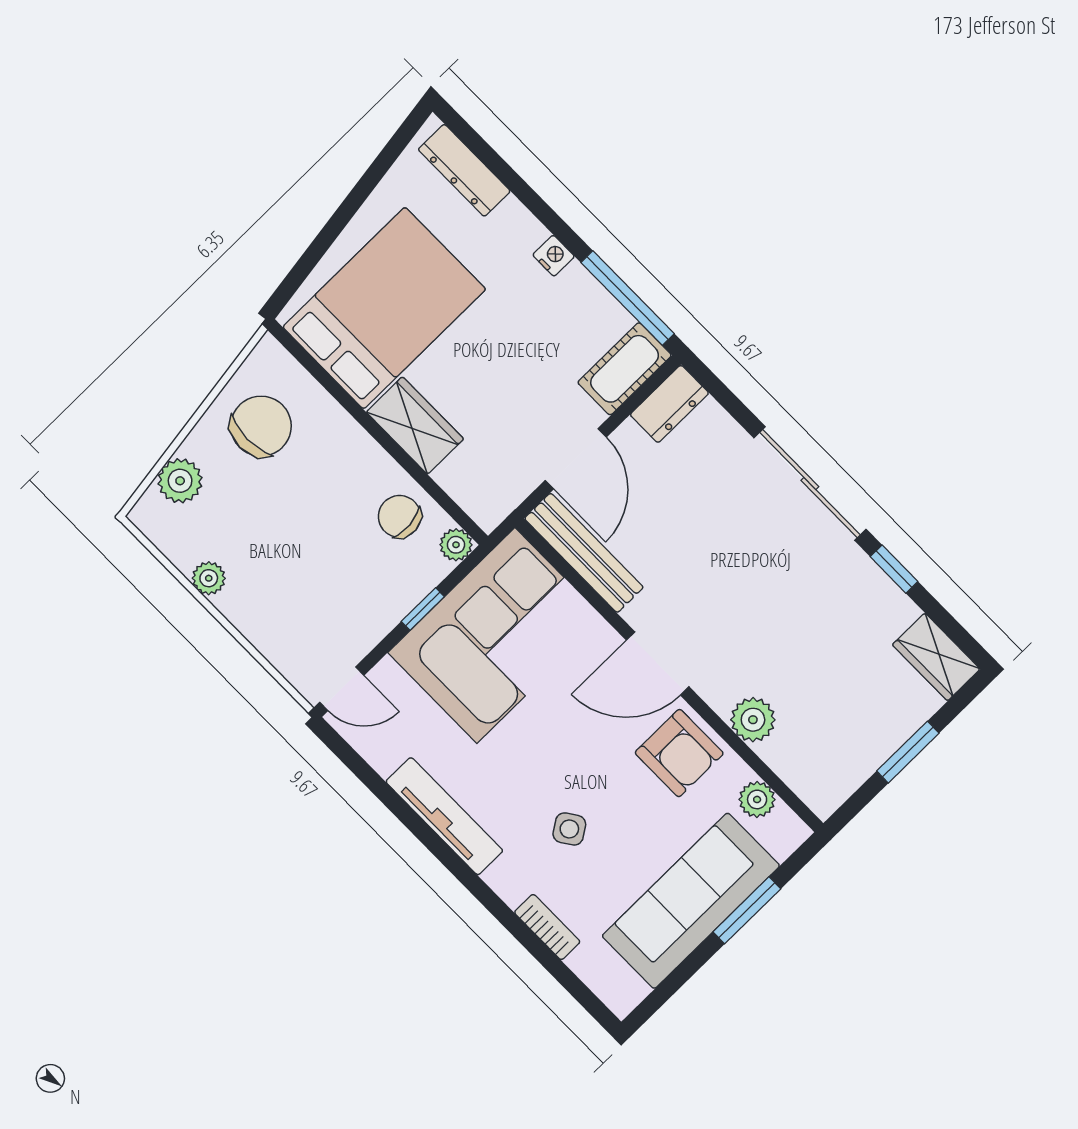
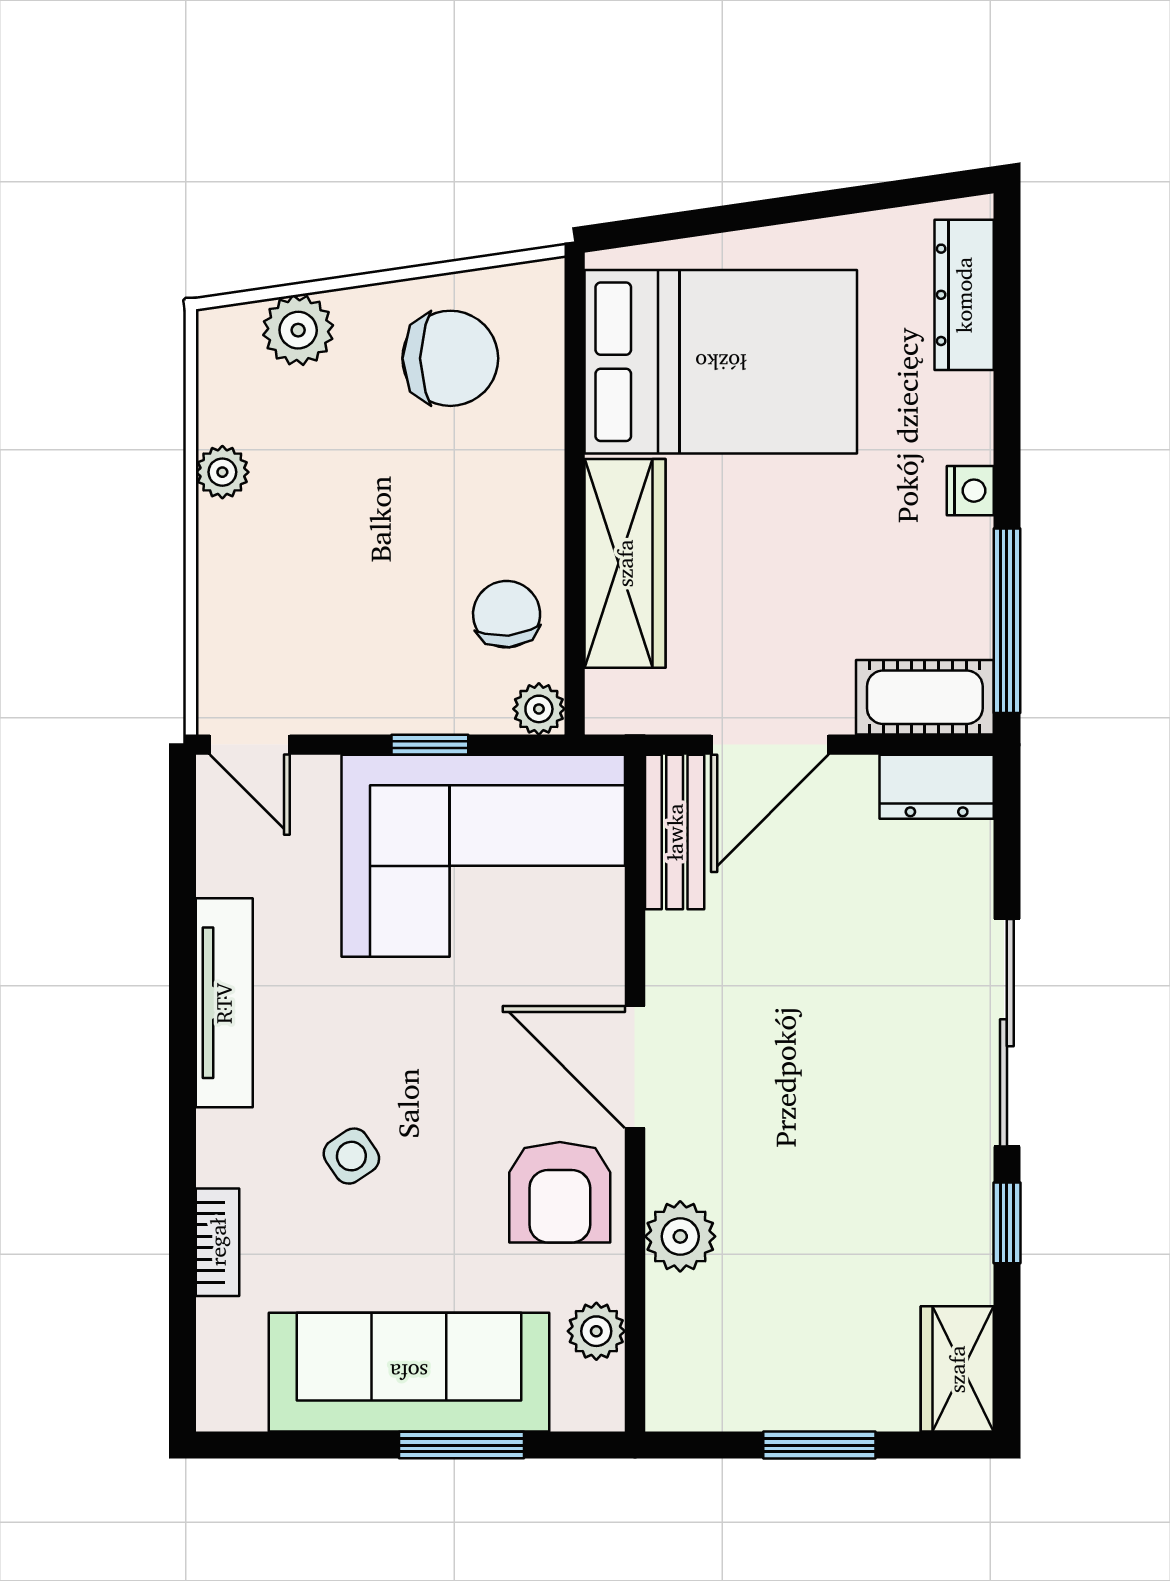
wardrobe: (415, 425) -> (625, 563), width x1.50
bench: (584, 553) -> (675, 832), width x0.73

